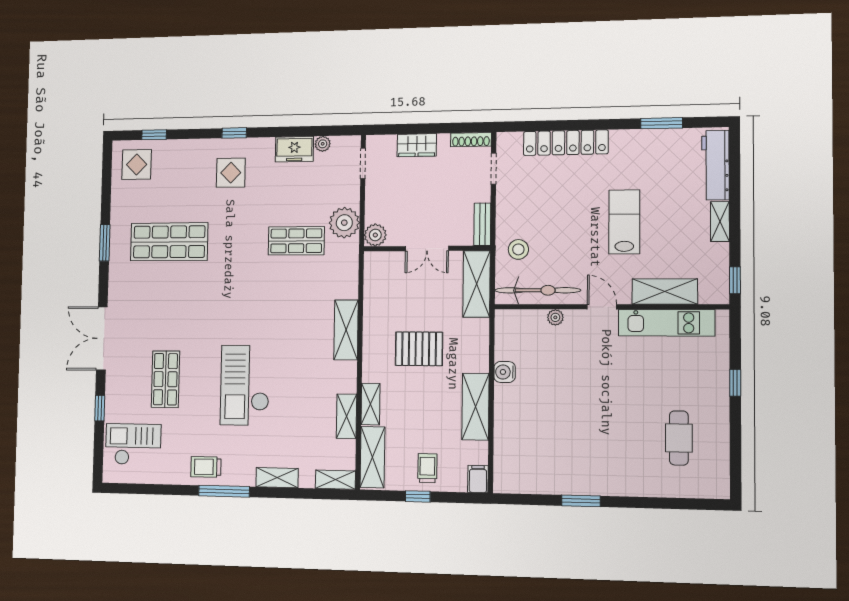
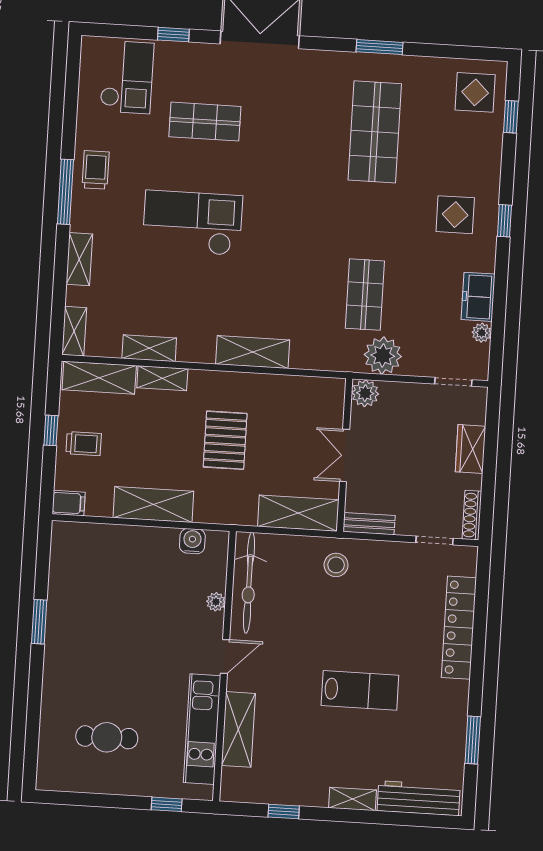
bicycle: (538, 290) -> (249, 583), moved
shelving: (665, 292) -> (238, 729), moved
door: (602, 307) -> (225, 657), moved
wall: (610, 307) -> (224, 666), moved
plant: (555, 317) -> (216, 602), moved
kitchen unit: (666, 323) -> (202, 729), moved

